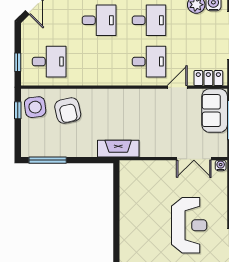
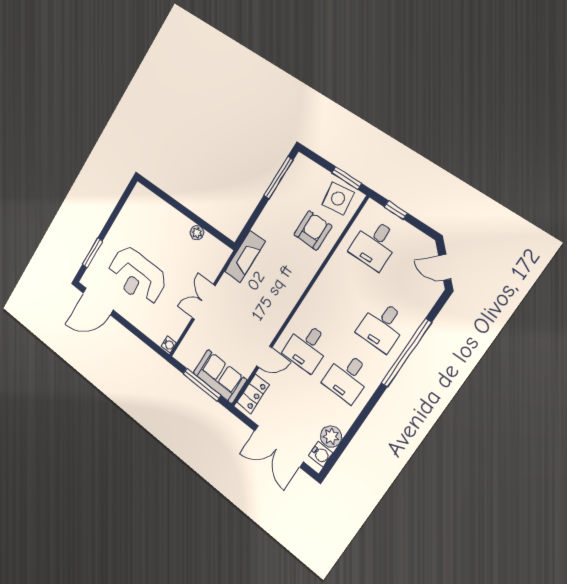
door: (177, 87) -> (264, 357), hinge flipped
window: (18, 110) -> (347, 178), width x1.50
armchair: (68, 111) -> (313, 230), turned 103
double door: (194, 159) -> (204, 302), moved
plant: (126, 197) -> (197, 233), added

